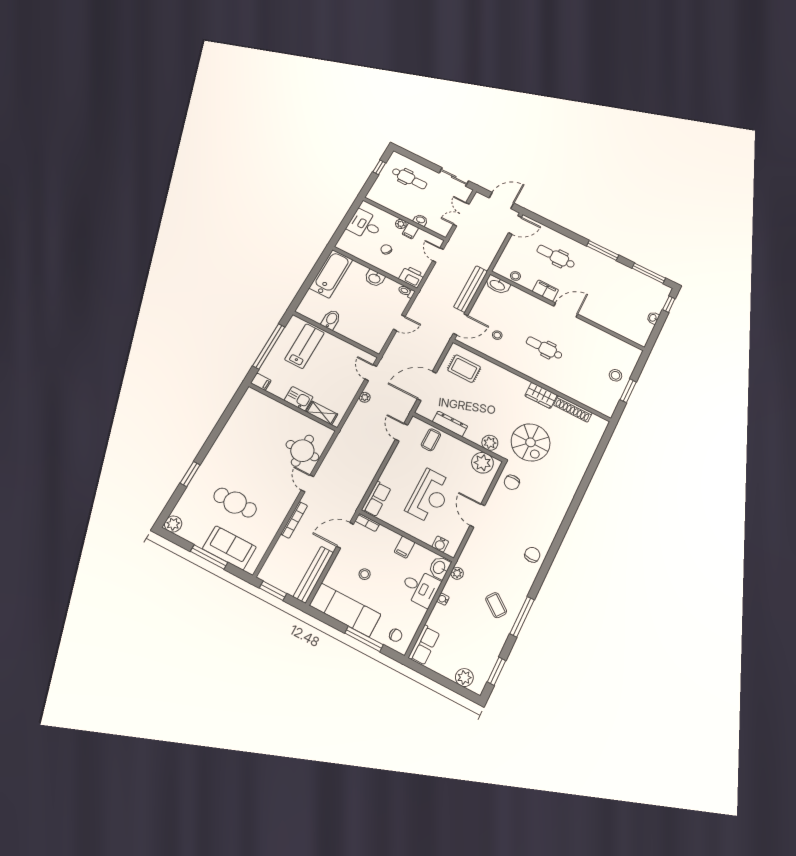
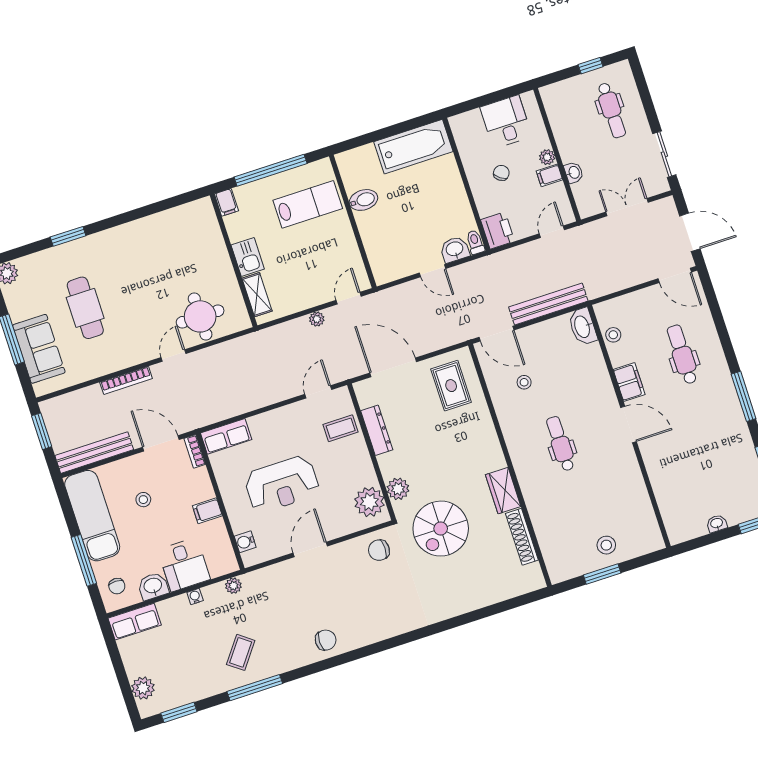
washbasin: (375, 278) -> (455, 249), moved, turned 90
washbasin: (440, 568) -> (153, 586), moved

